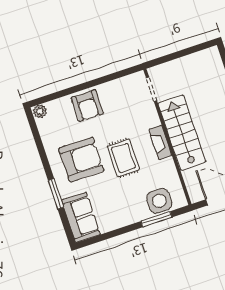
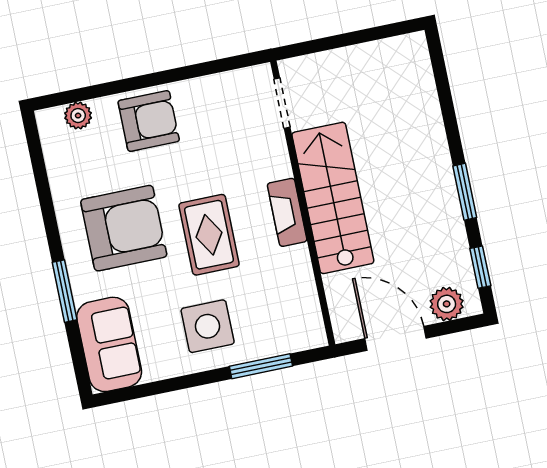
armchair: (87, 106) -> (149, 121), turned -90
plant: (40, 111) -> (78, 116), moved
side table: (159, 201) -> (208, 326), moved

